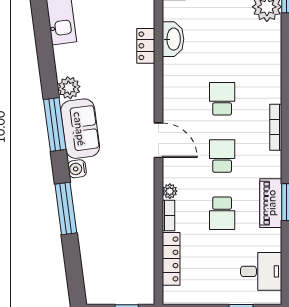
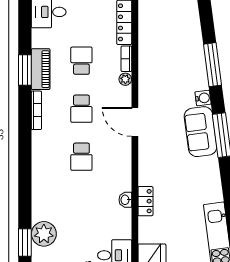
washbasin: (173, 39) -> (125, 200), width x0.52, depth x0.69
plant: (69, 88) -> (210, 166), removed
bookcase: (276, 127) -> (36, 110), moved

